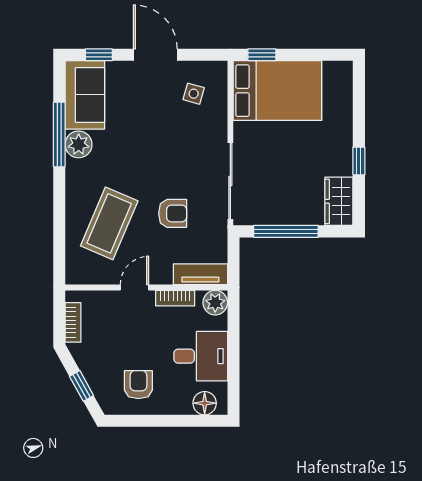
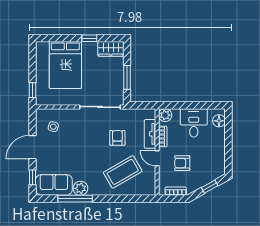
bed: (277, 91) -> (65, 65), moved, turned 180
coffee table: (109, 223) -> (123, 172), turned -53
window: (286, 231) -> (127, 77), width x0.69
tv unit: (200, 274) -> (150, 134), moved
armchair: (138, 385) -> (182, 163), moved

